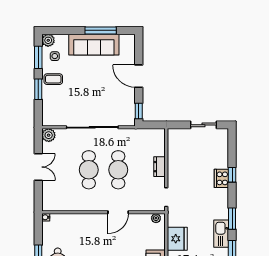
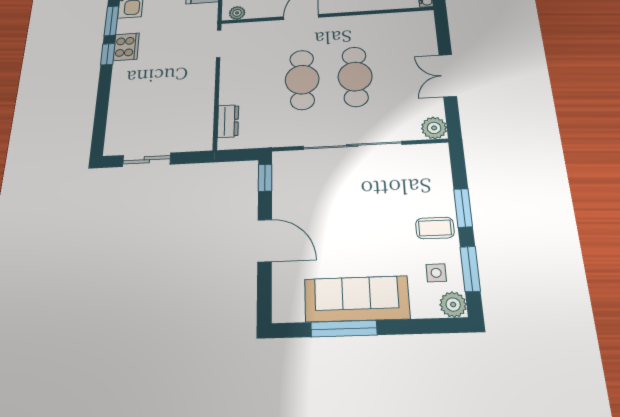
dresser: (159, 167) -> (228, 121), moved
window: (232, 175) -> (108, 54), moved
cooker: (221, 178) -> (126, 47), moved

